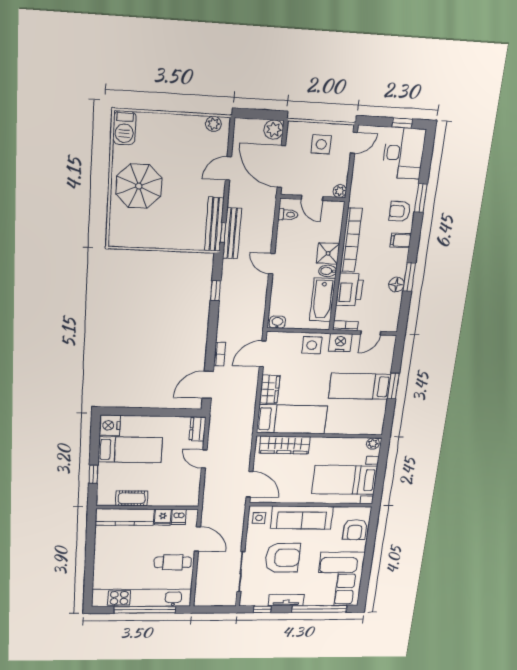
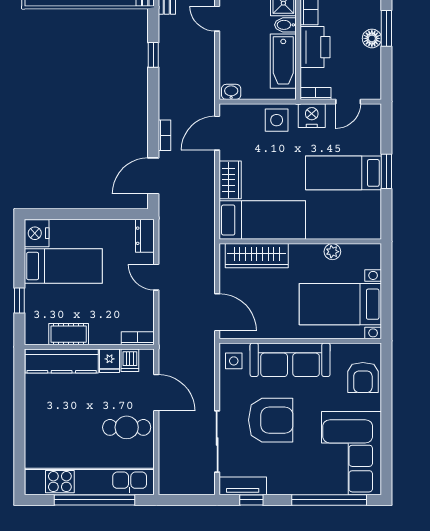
plant: (373, 444) -> (332, 252), moved
bookcase: (186, 502) -> (138, 338), added
tv unit: (286, 600) -> (243, 486), moved

